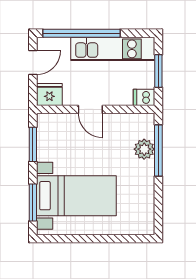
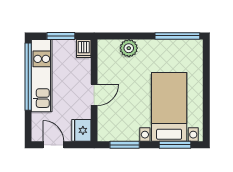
window: (82, 33) -> (28, 77), moved
window: (158, 151) -> (177, 36), moved

